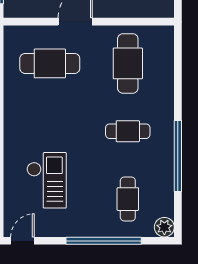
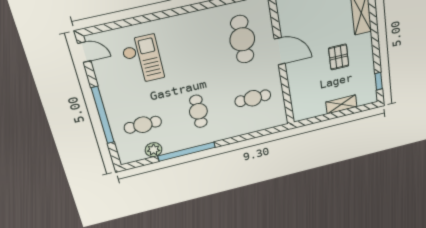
cafe table: (128, 63) -> (253, 98), width x0.73, depth x0.74
checkout: (47, 180) -> (143, 59), turned -90
plant: (164, 227) -> (154, 150), moved

